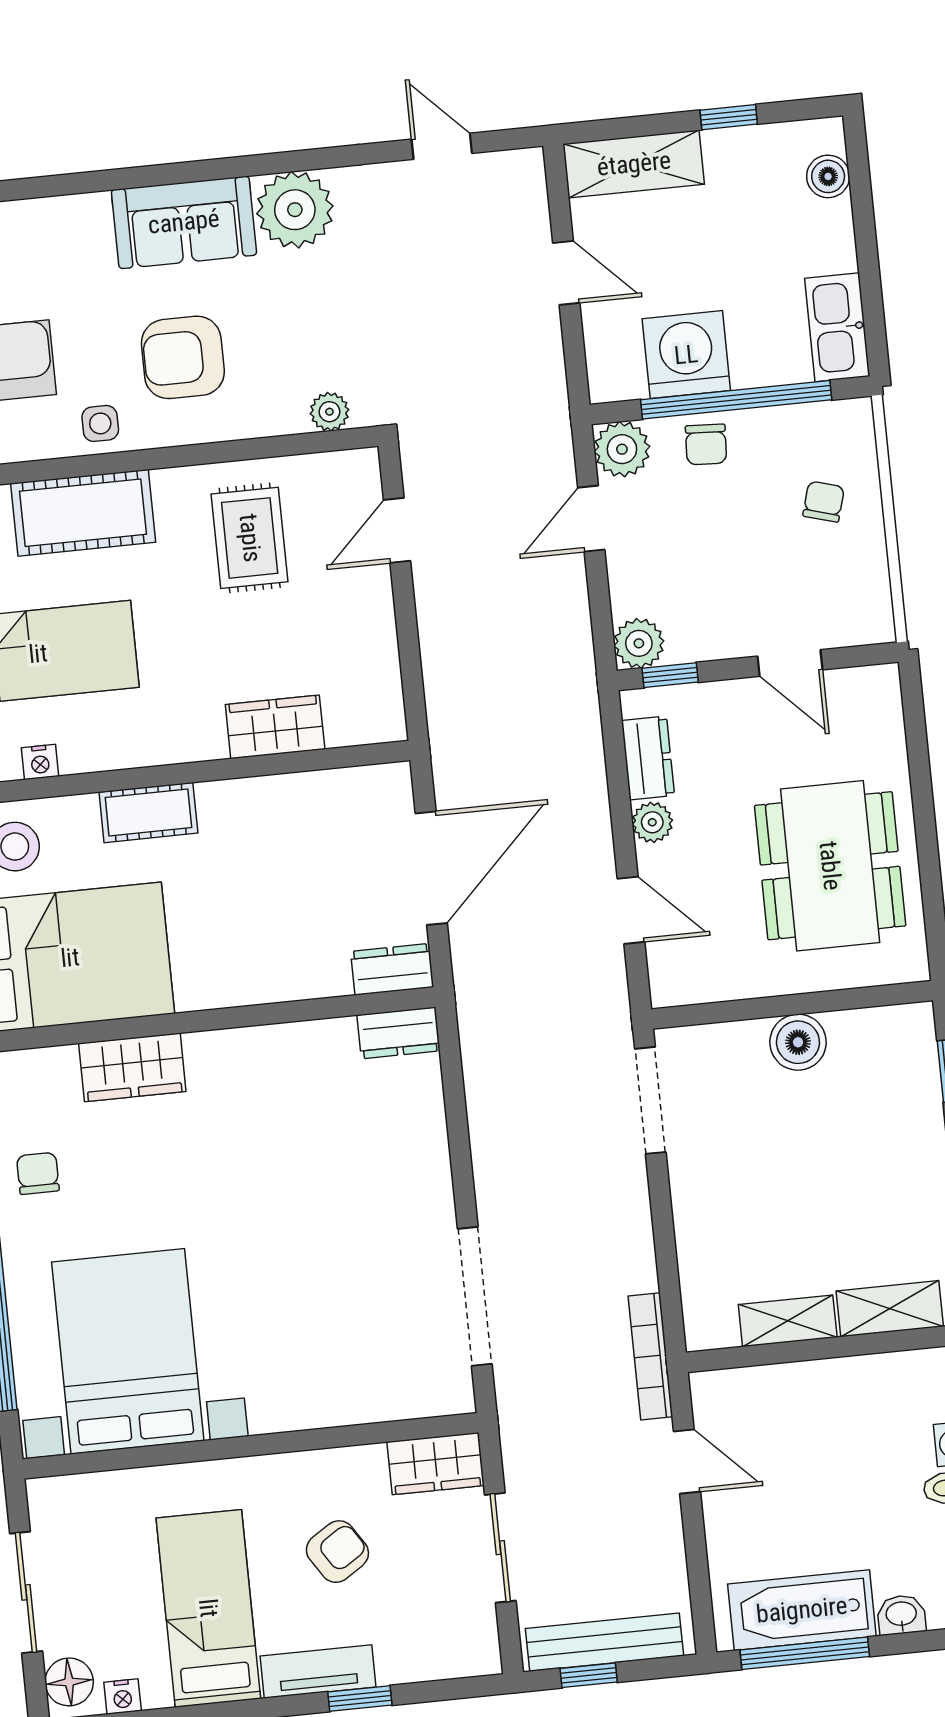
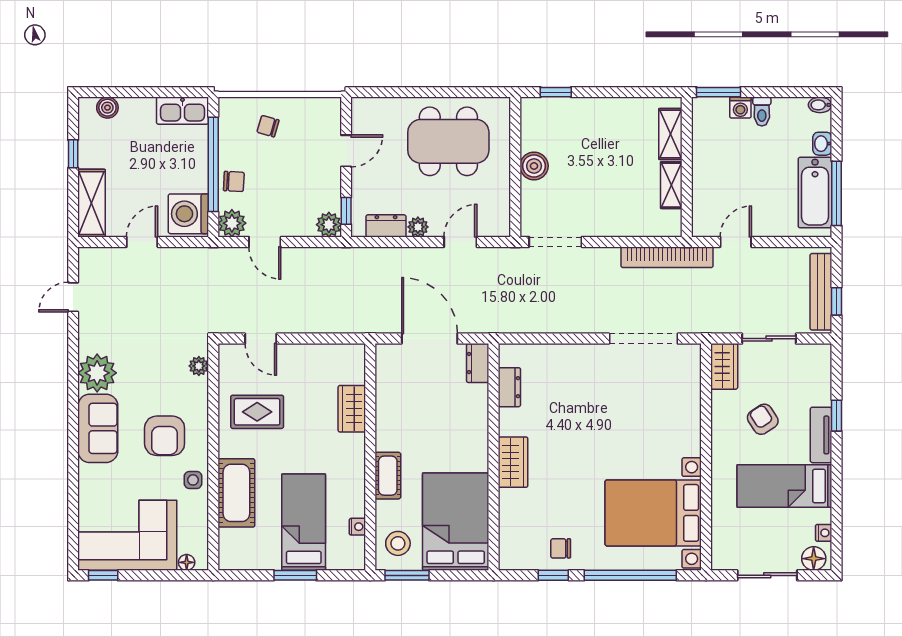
washing machine: (686, 355) -> (188, 214), moved
dresser: (399, 1033) -> (509, 387), moved
wardrobe: (132, 1067) -> (513, 462), moved
bookcase: (650, 1356) -> (667, 257), width x1.48, depth x1.31

